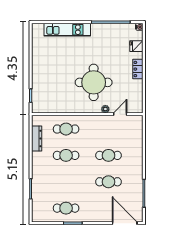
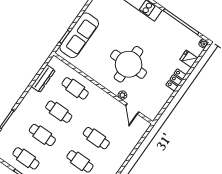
sofa: (41, 87) -> (79, 35), added
door: (120, 114) -> (132, 109), swing flipped
cafe table: (66, 182) -> (42, 135), added

